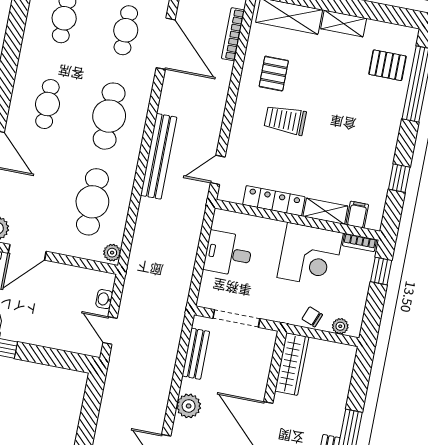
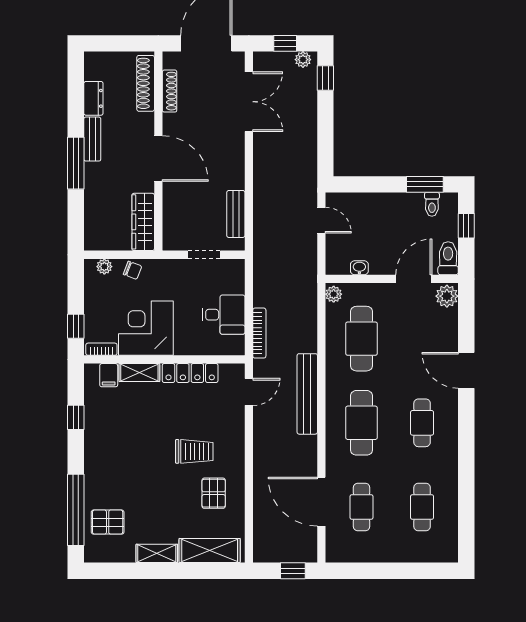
bookcase: (233, 34) -> (259, 333), moved
washbasin: (104, 299) -> (359, 268), moved, turned -90
doorway: (236, 318) -> (204, 255), width x0.73
plant: (189, 406) -> (233, 163), removed

